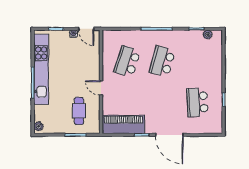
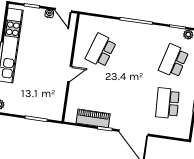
school desk: (162, 61) -> (174, 61), moved
door: (101, 88) -> (70, 74), swing flipped
cafe table: (79, 111) -> (43, 94), removed
piano: (124, 125) -> (93, 118), width x0.73, depth x0.75

